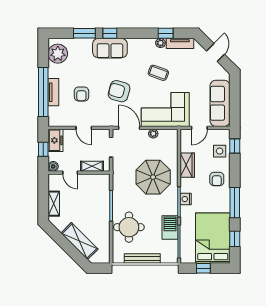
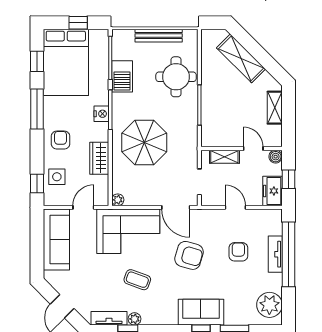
plant: (153, 134) -> (118, 200), moved

